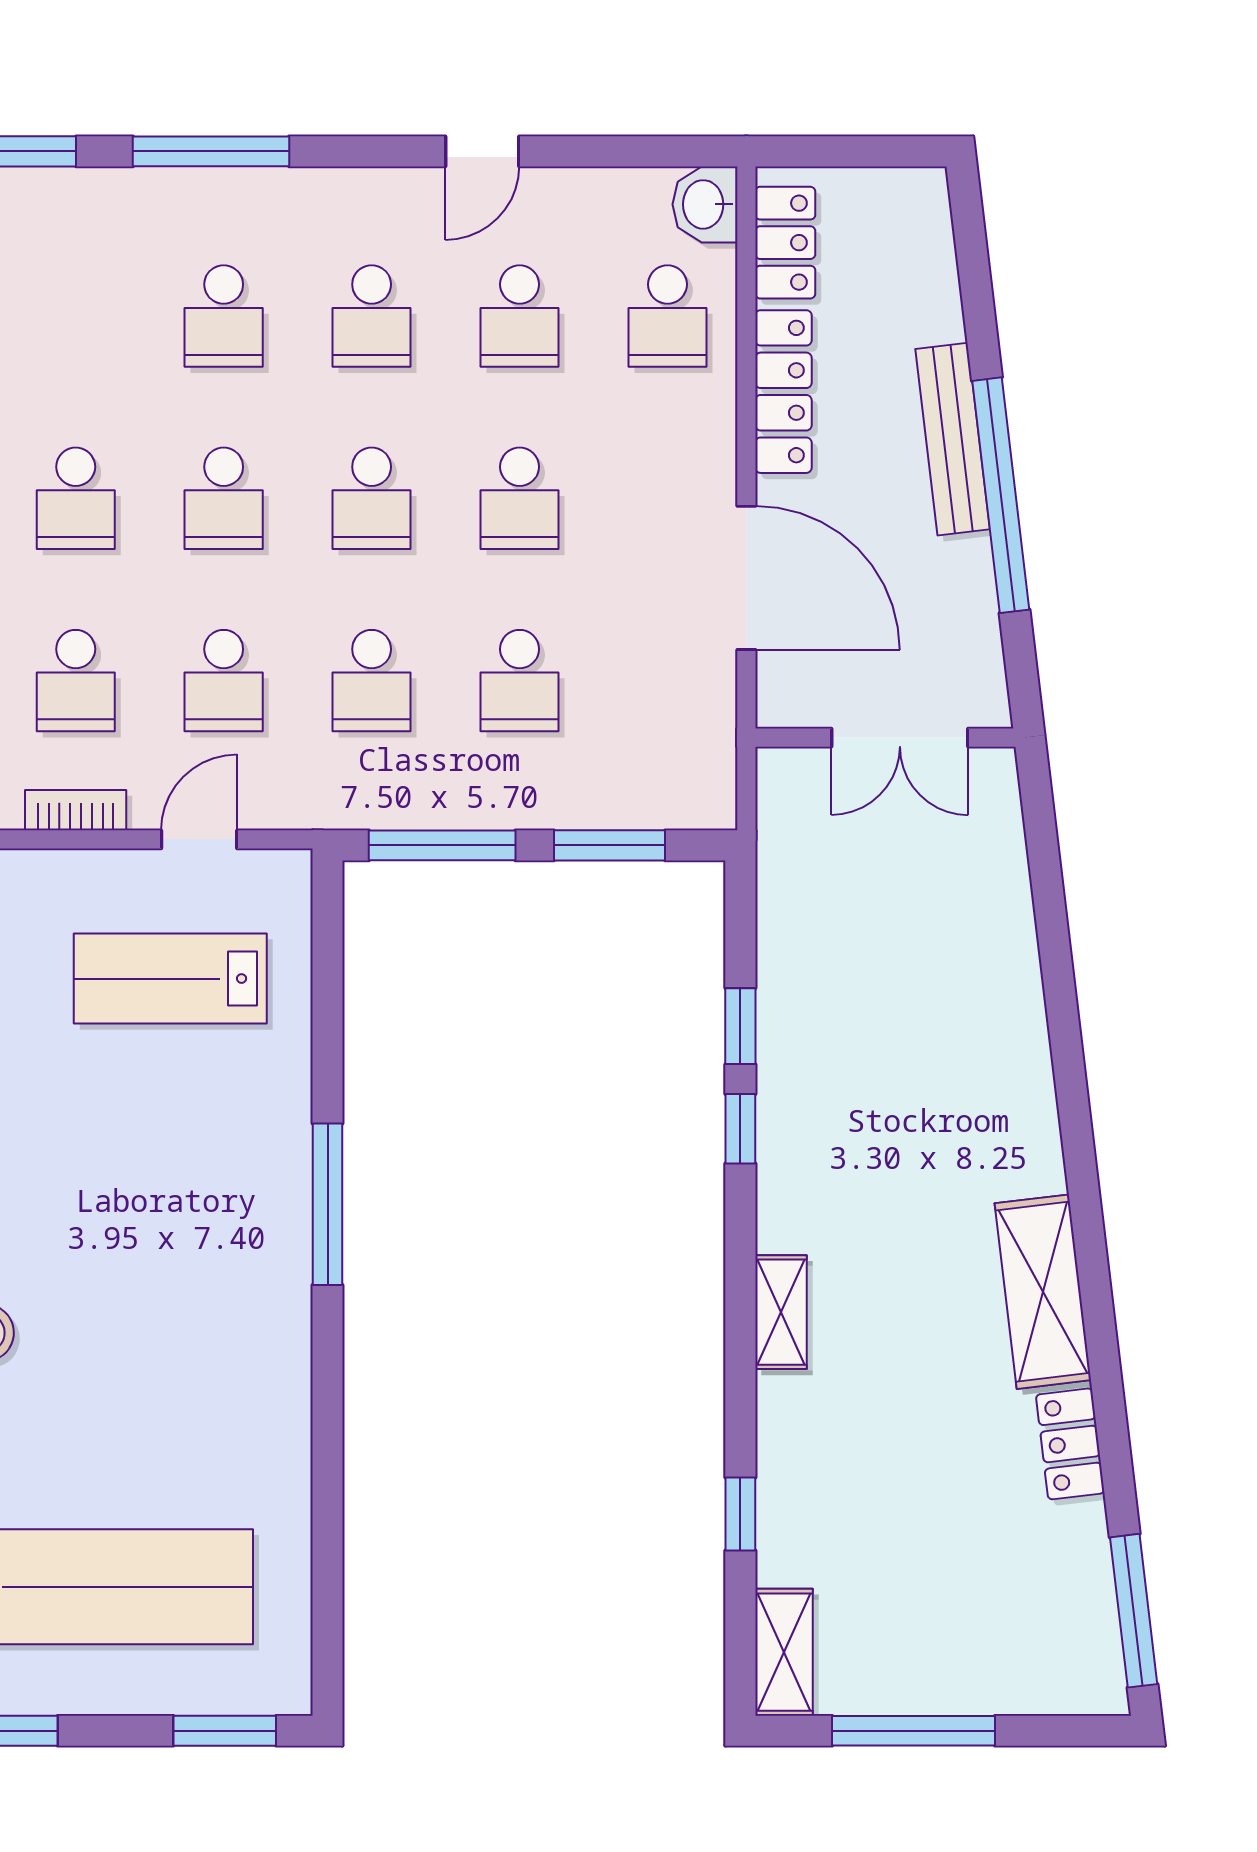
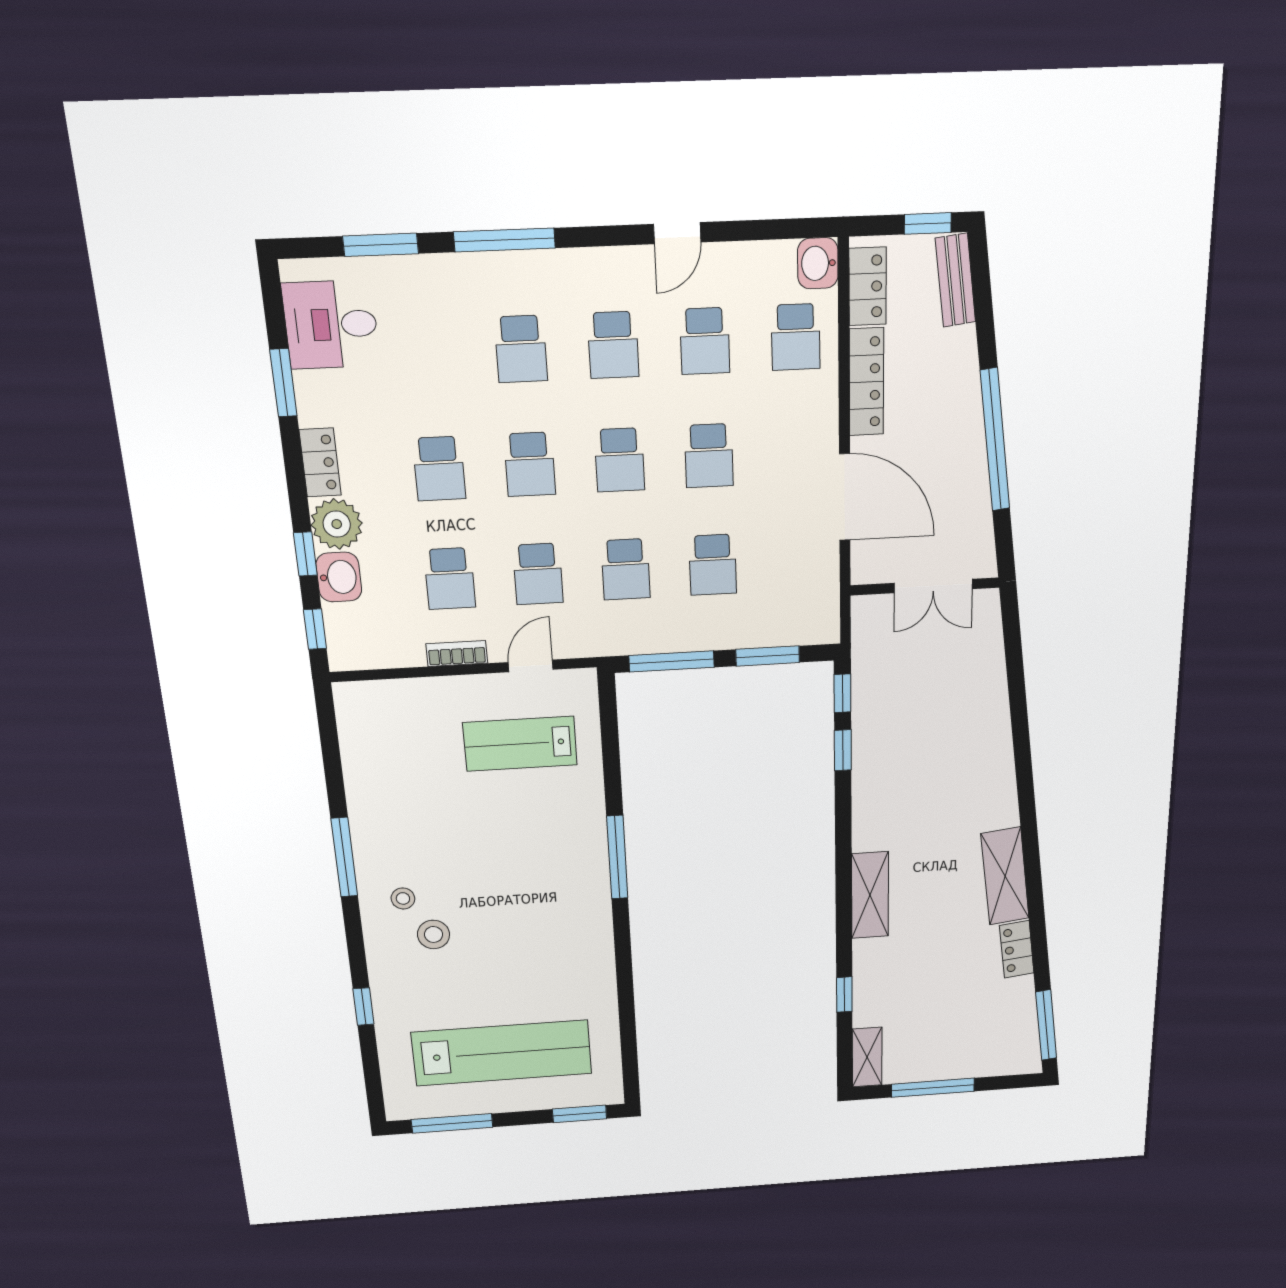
window: (882, 151) -> (928, 223), added
bench: (953, 439) -> (955, 280), moved, width x0.73
window: (740, 1129) -> (842, 693), moved
shelving: (781, 1312) -> (870, 895), width x1.50, depth x1.33

